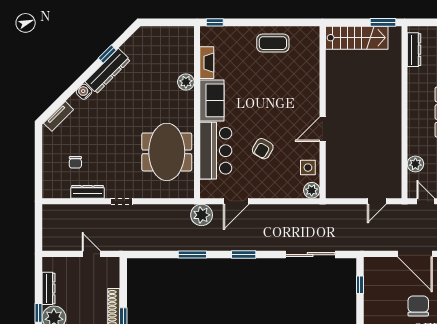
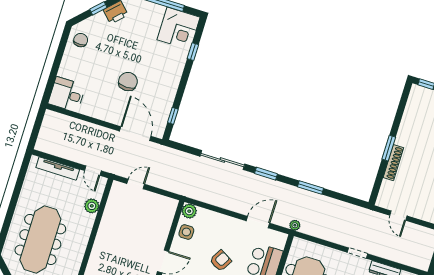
plant: (202, 215) -> (295, 225), width x0.53, depth x0.53
door: (415, 254) -> (135, 134), moved
sliding door: (310, 255) -> (222, 160), moved
chair: (418, 306) -> (128, 82), turned 180

